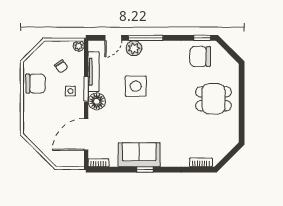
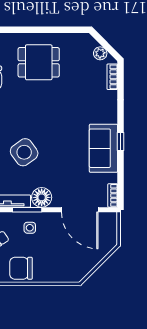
chair: (35, 84) -> (21, 268), turned -90
side table: (136, 86) -> (24, 152), turned -36
dining table: (213, 99) -> (39, 62), turned 90
plant: (221, 152) -> (100, 53), added

